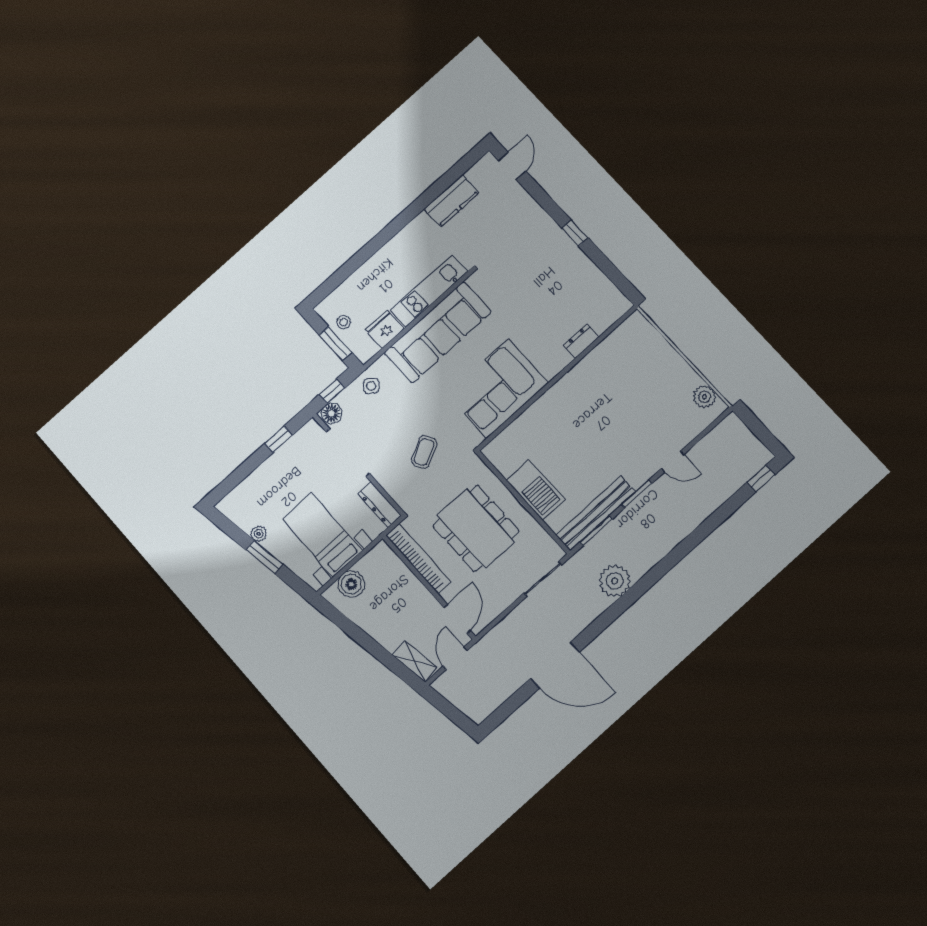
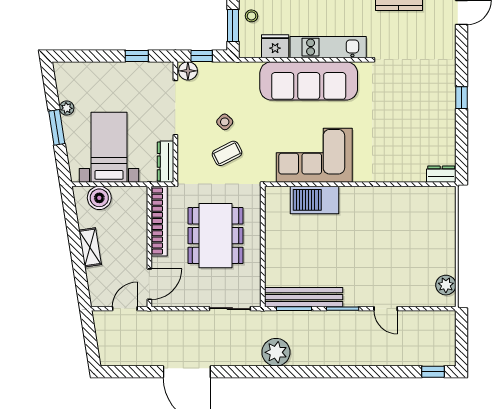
dresser: (581, 341) -> (441, 174), moved
side table: (371, 386) -> (225, 122), moved
barbecue: (536, 490) -> (314, 200), moved, turned 90
shelving: (415, 661) -> (90, 247), moved

